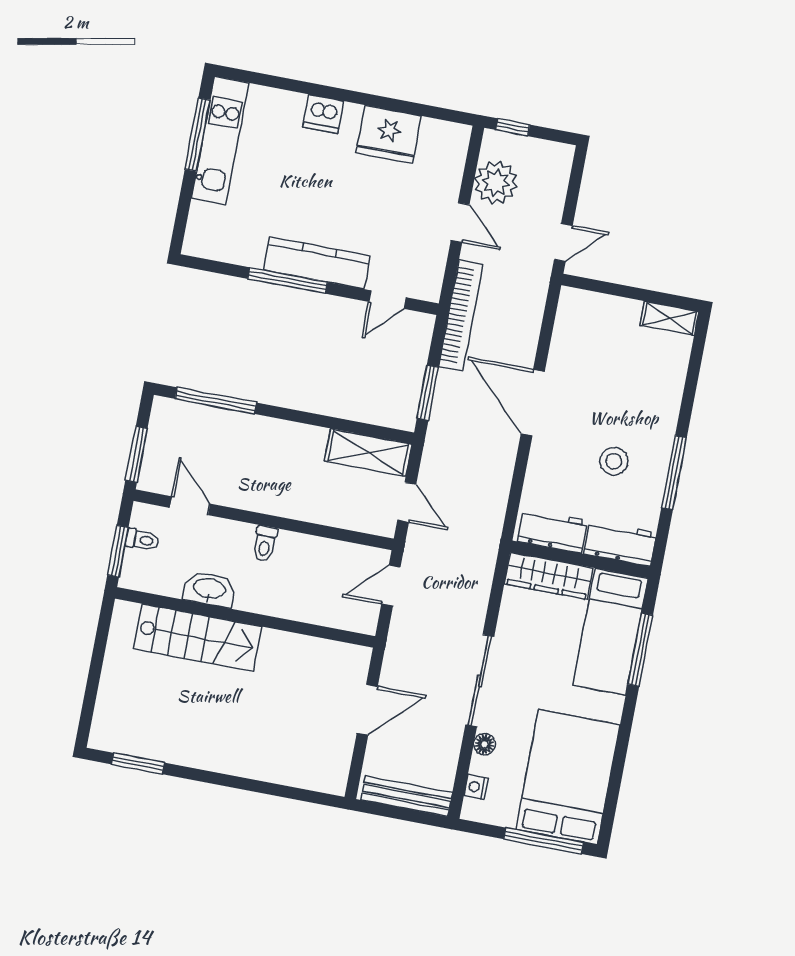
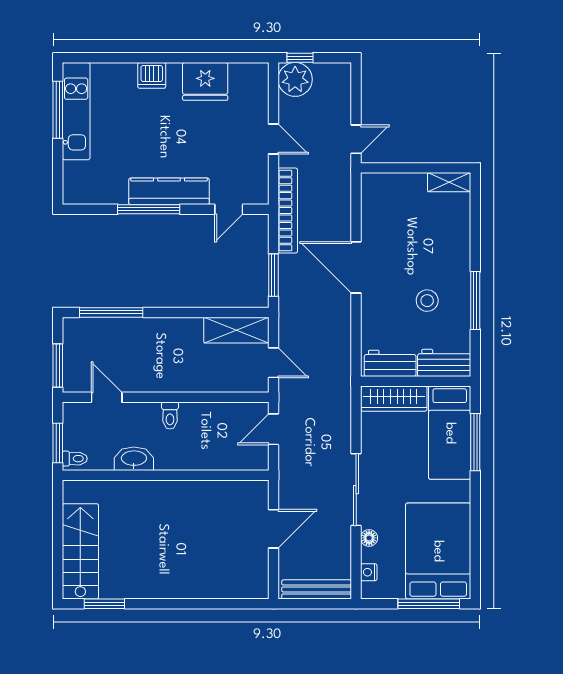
plant: (496, 183) -> (295, 79), moved
toilet: (142, 540) -> (75, 459), moved
stairs: (198, 638) -> (80, 551), moved, turned -90

